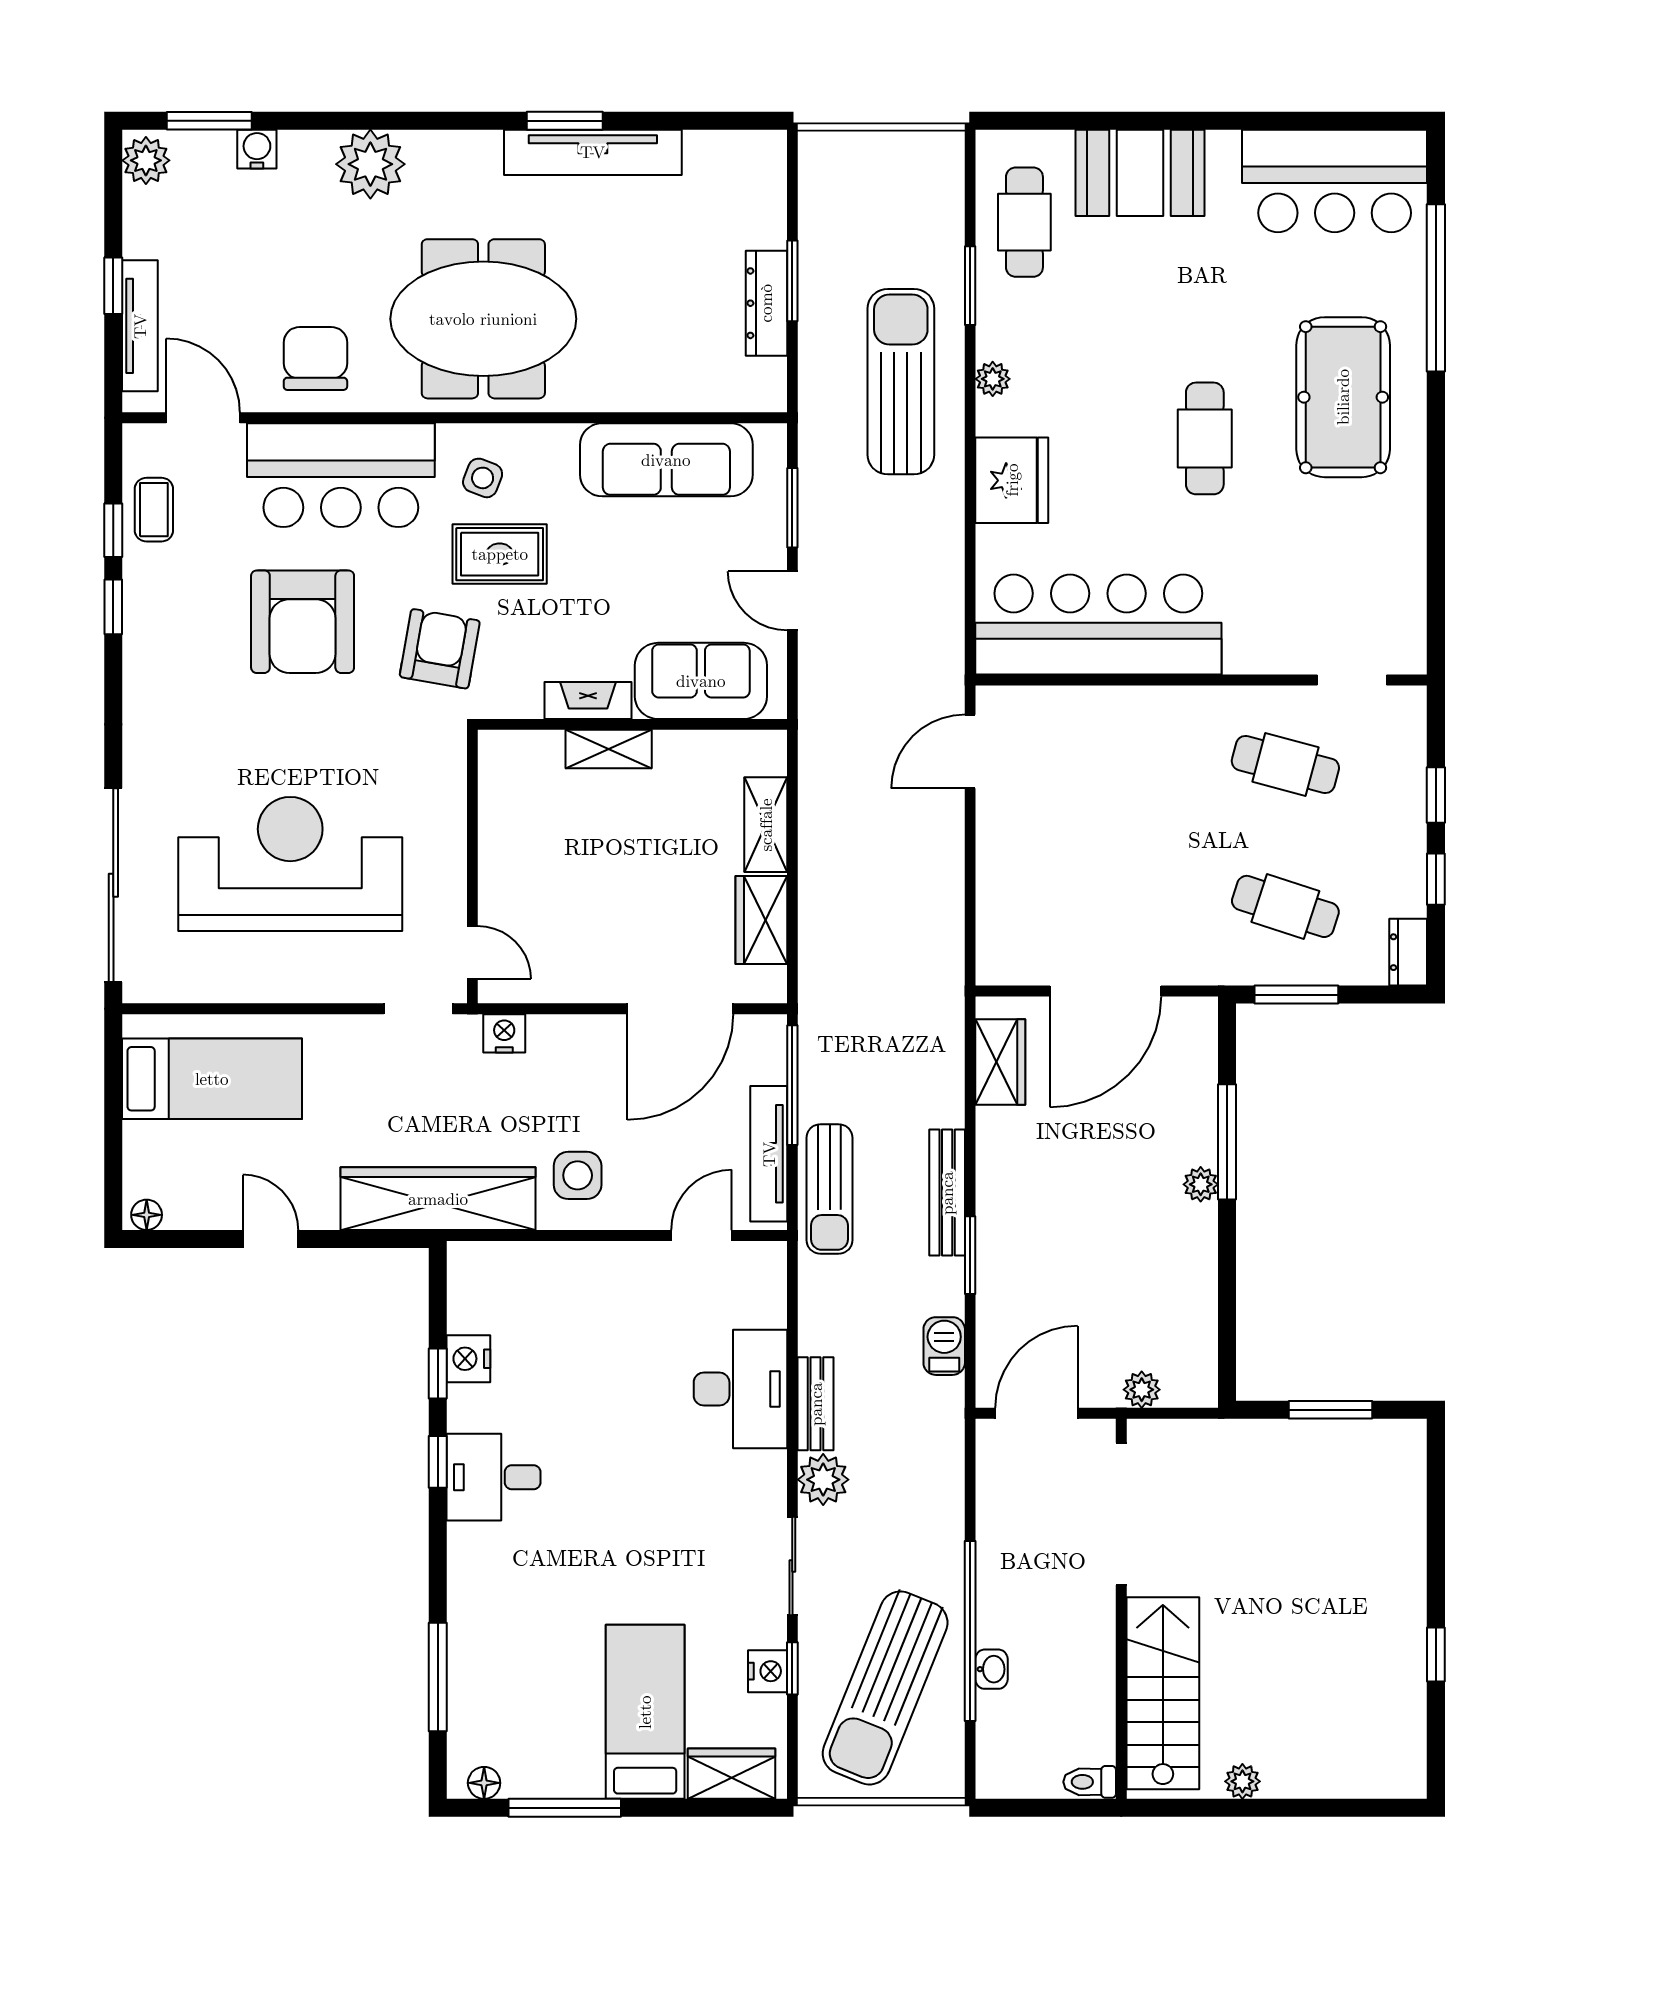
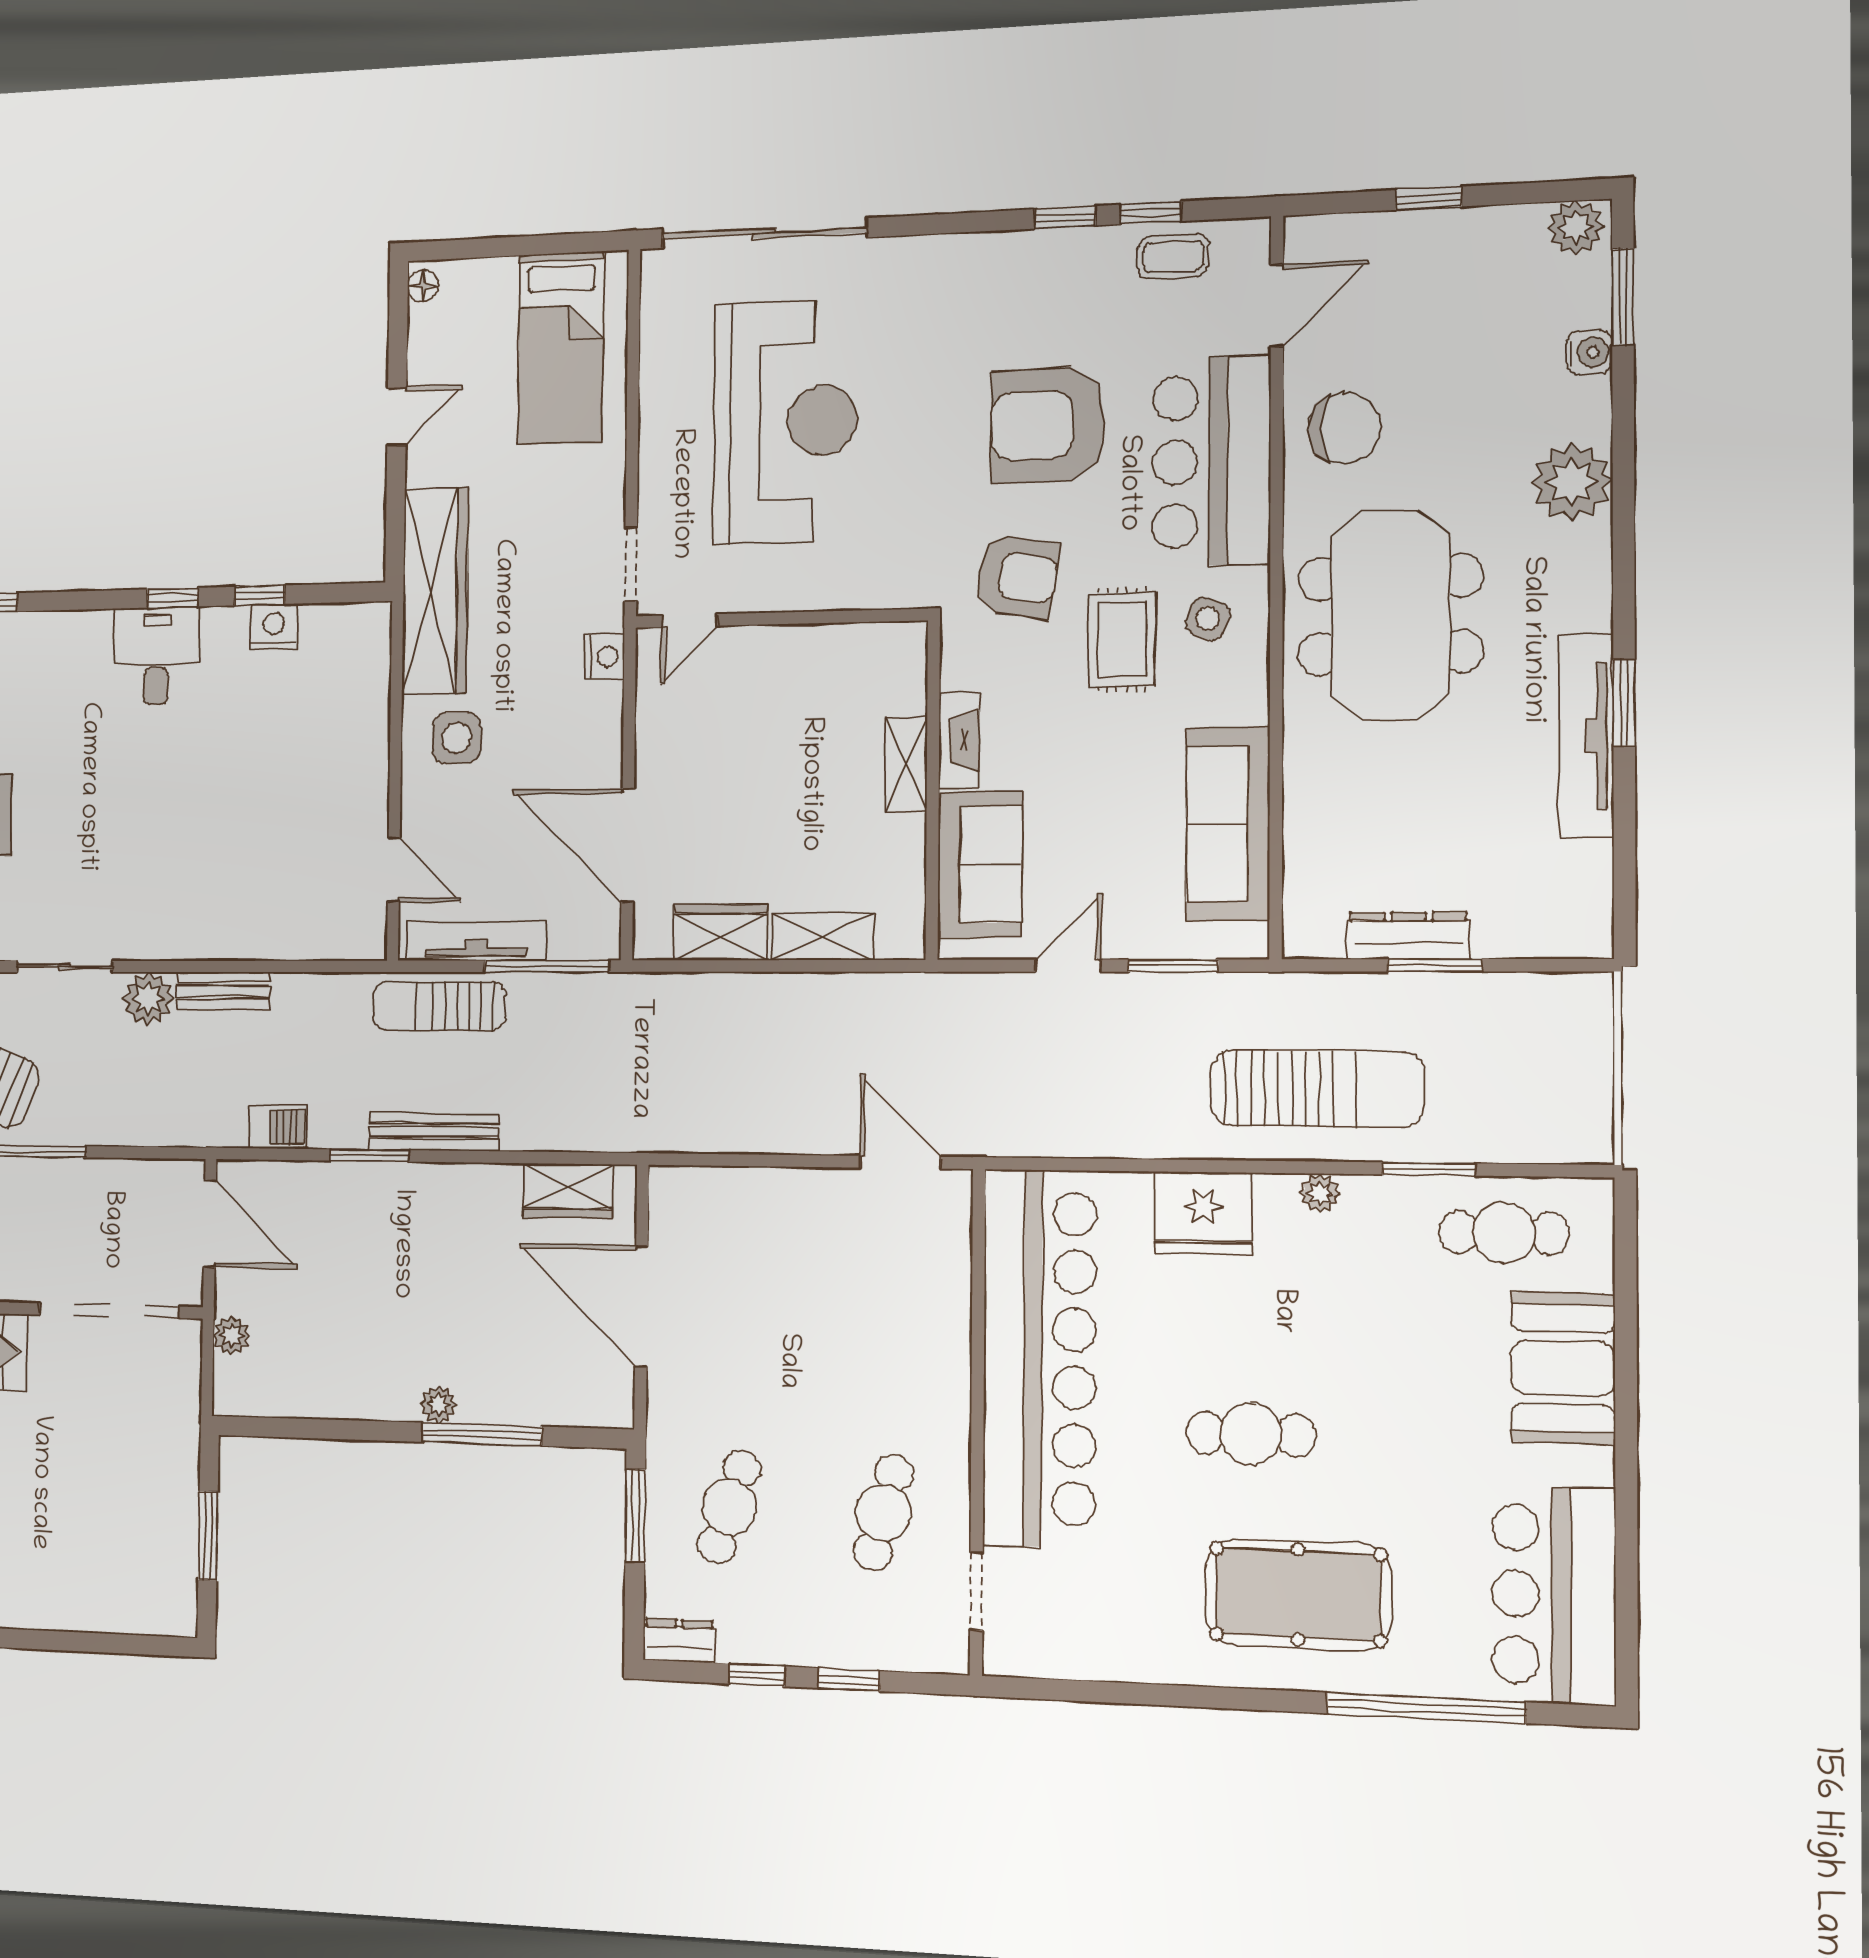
tv unit: (140, 326) -> (1382, 230), removed
bar counter: (1098, 625) -> (1040, 1358), width x1.36
desk: (740, 1389) -> (239, 912), removed

